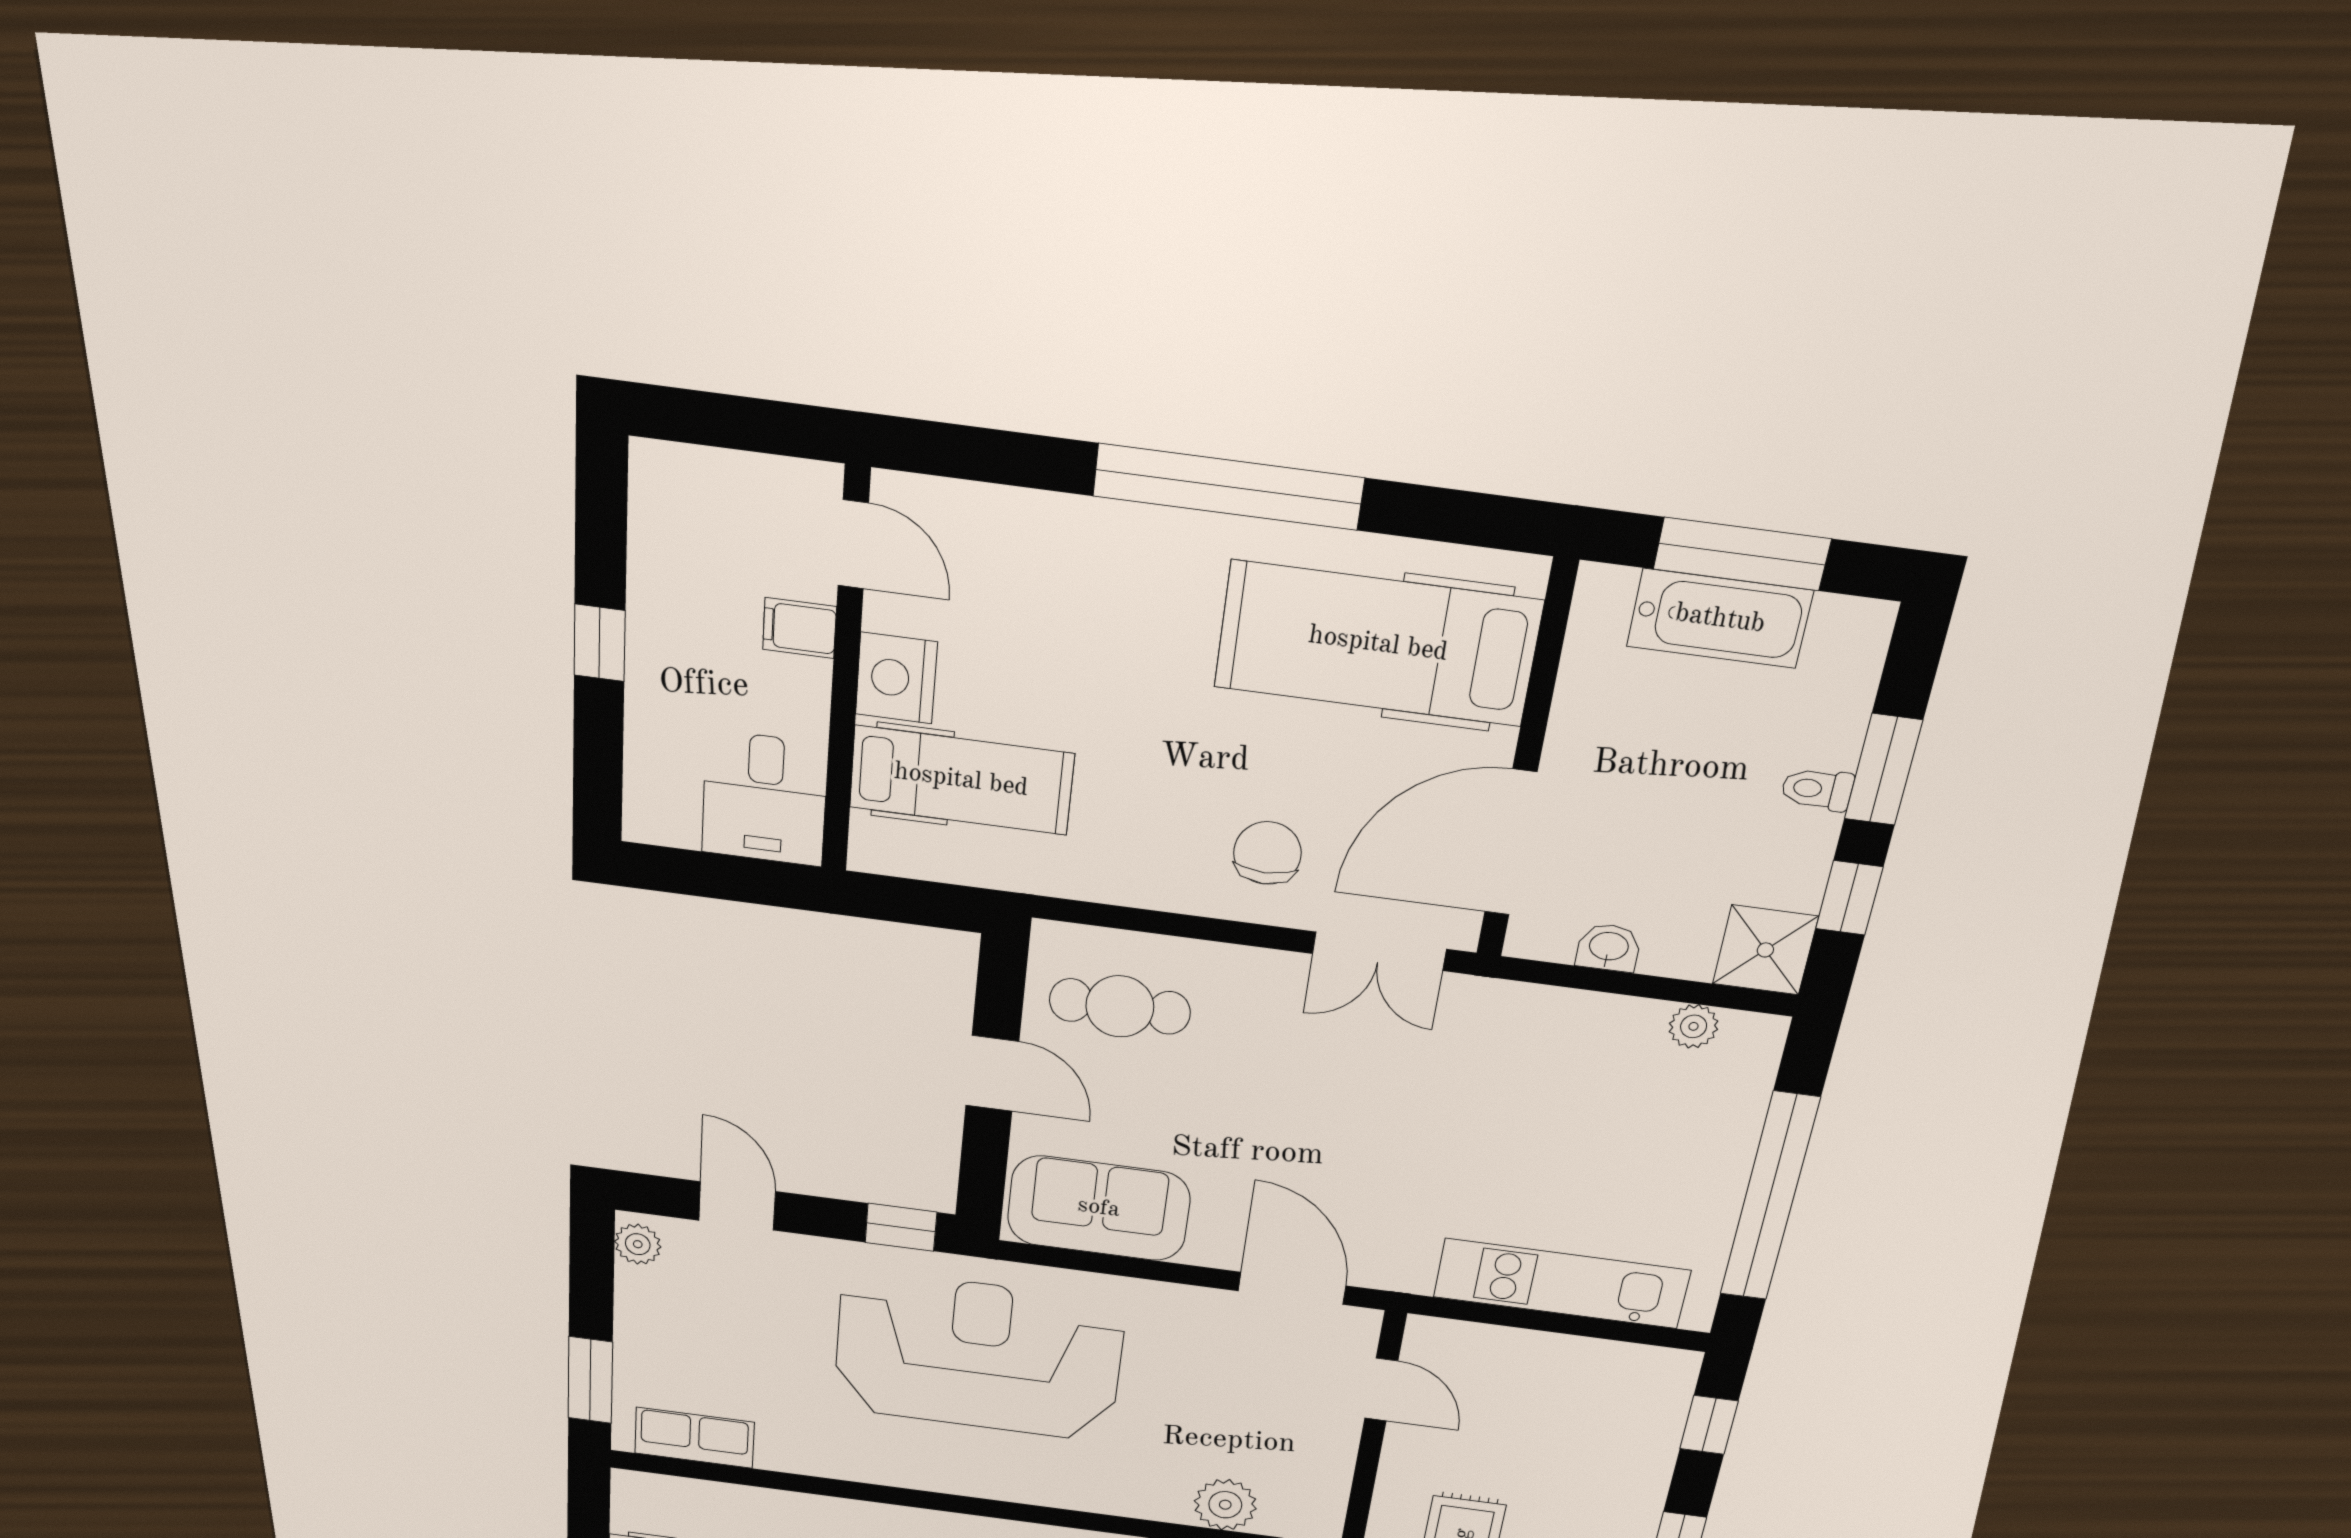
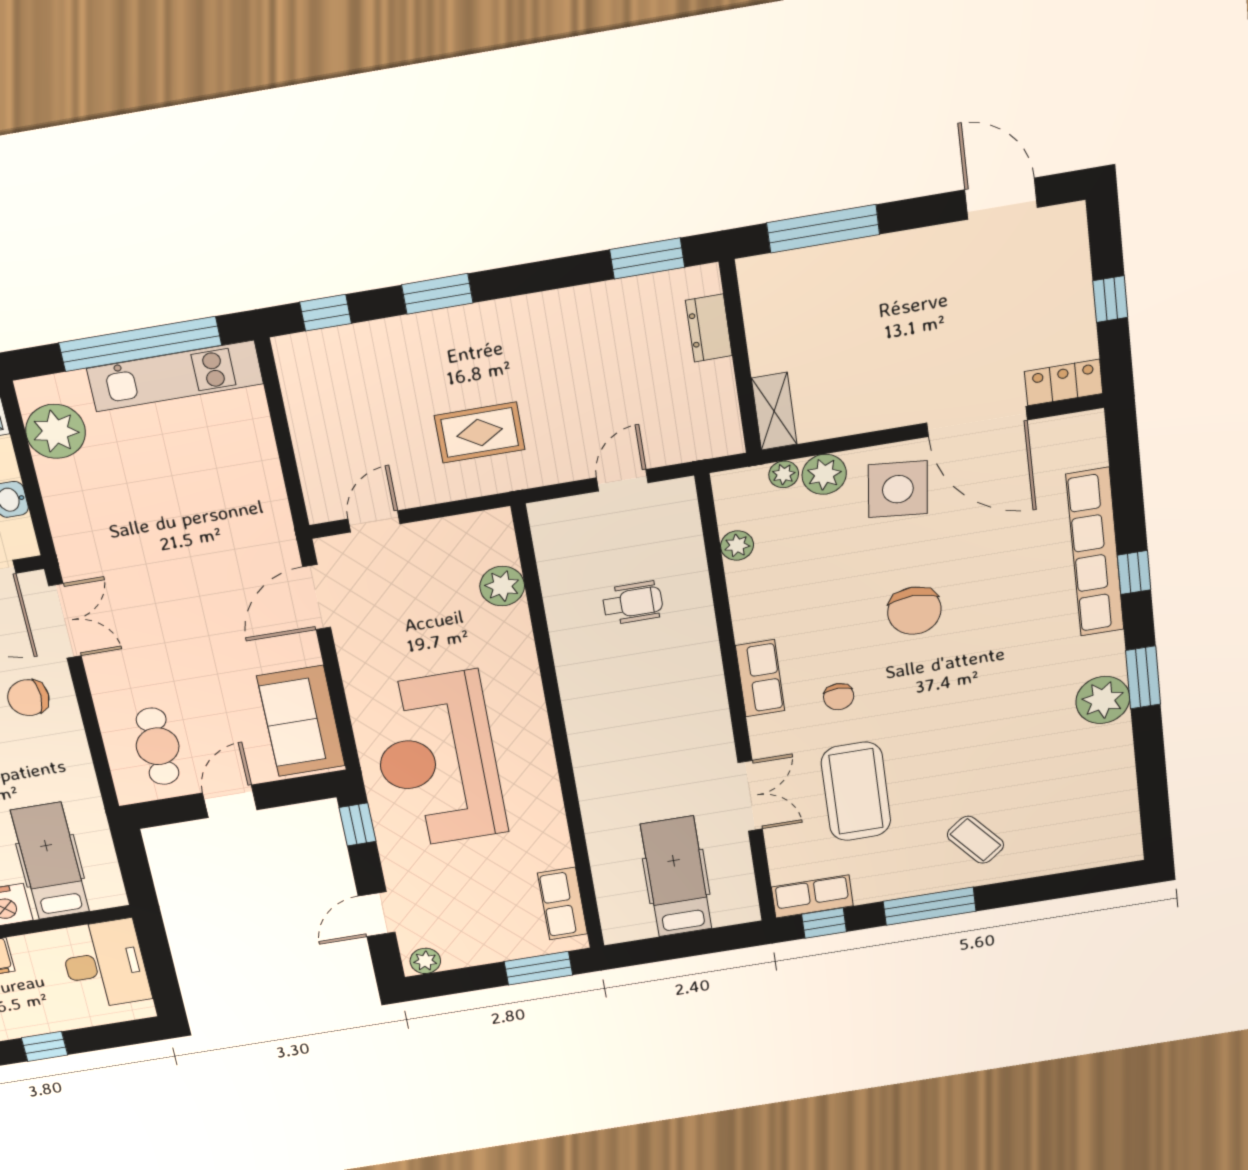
desk: (765, 798) -> (105, 964), width x1.37
plant: (1694, 1026) -> (56, 431), width x1.88, depth x1.88
kitchen unit: (1562, 1284) -> (175, 376), moved, turned -90

